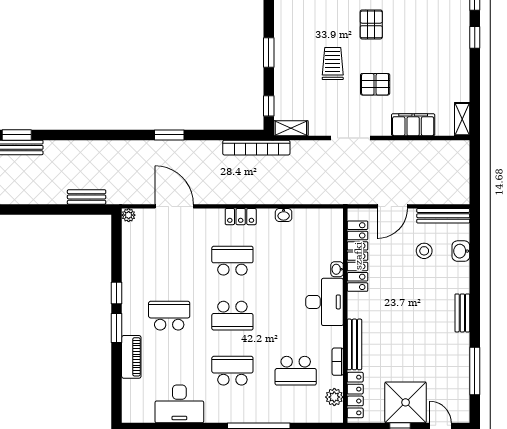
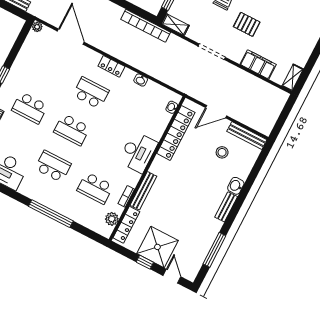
washbasin: (461, 251) -> (236, 186), moved
washbasin: (337, 269) -> (172, 107), moved
school desk: (169, 316) -> (30, 108), turned 180

